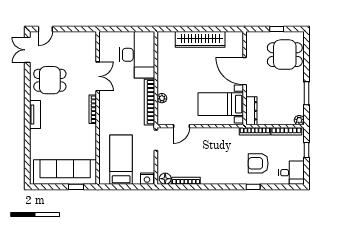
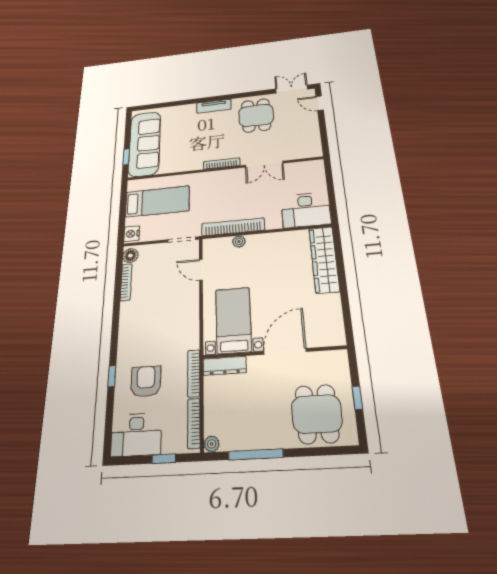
wardrobe: (200, 39) -> (324, 260), moved
desk: (137, 55) -> (306, 210), width x0.73, depth x0.77
window: (306, 93) -> (256, 454), width x1.44
desk: (291, 173) -> (136, 435), width x1.37

